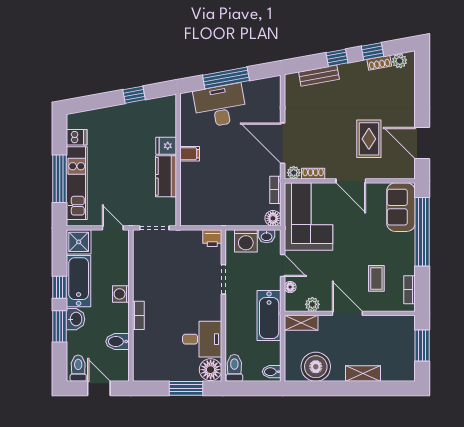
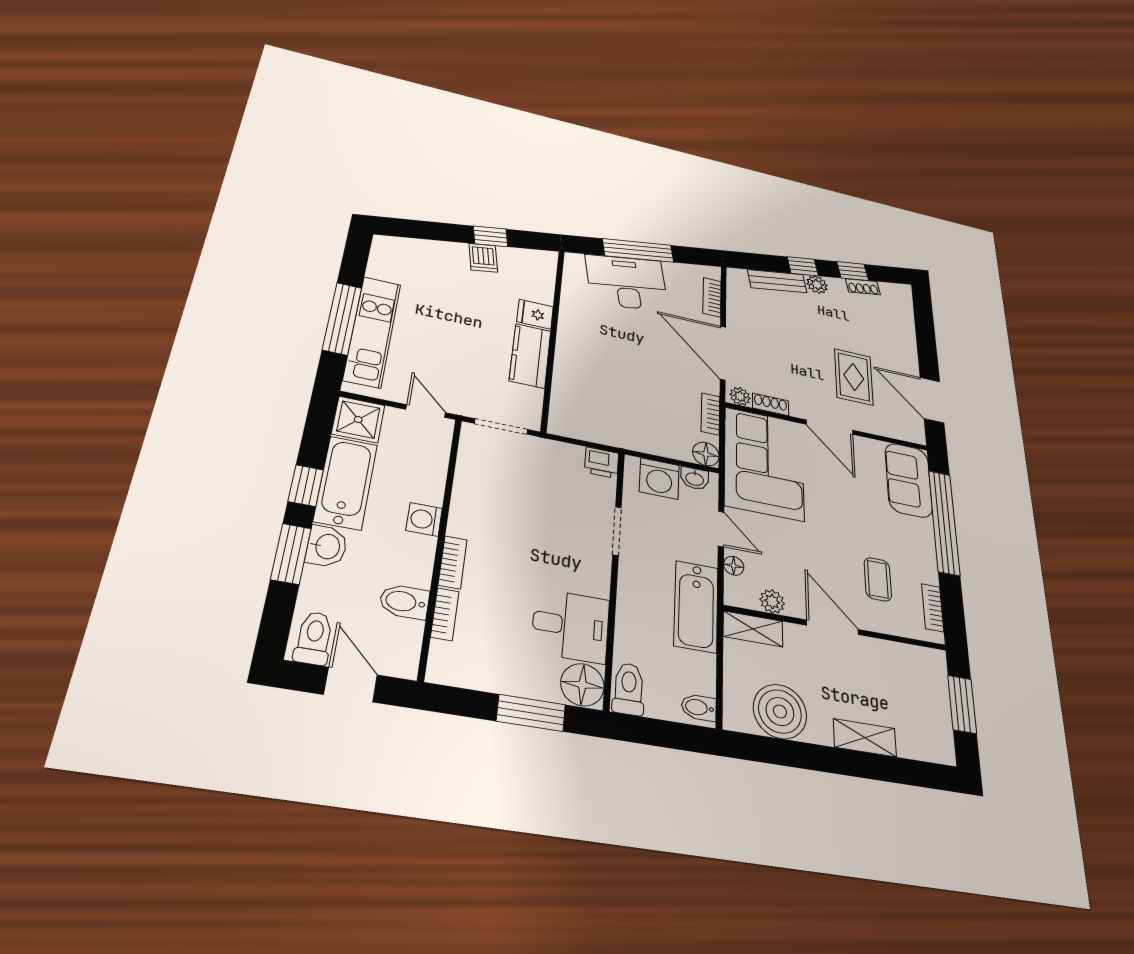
plant: (400, 61) -> (817, 285), moved
bookcase: (275, 102) -> (712, 297), added
dishwasher: (77, 137) -> (483, 258), moved, turned 80
filing cabinet: (190, 154) -> (573, 334), removed
bookcase: (138, 345) -> (445, 614), added

